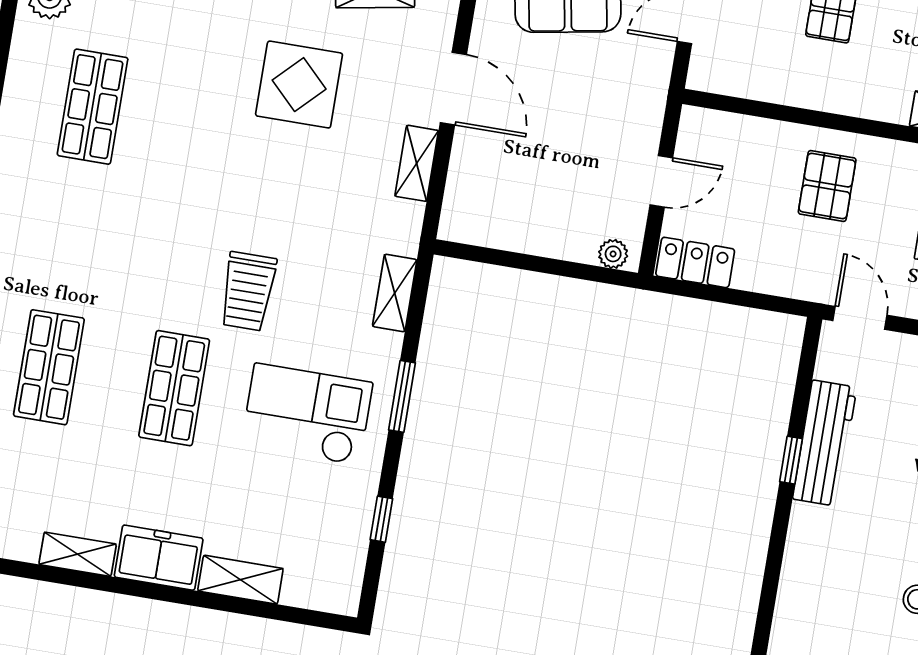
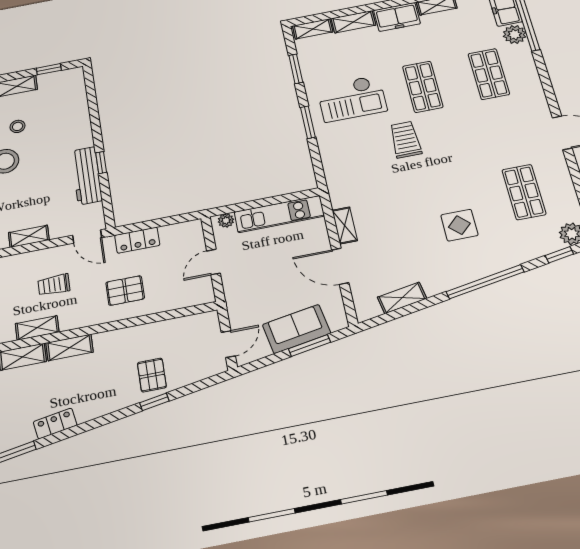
display table: (299, 85) -> (459, 225), moved, width x0.73, depth x0.73
pallet: (827, 186) -> (125, 291), turned 90
kitchen unit: (518, 230) -> (279, 214), added
locker: (695, 262) -> (137, 240), moved
shelving: (395, 293) -> (313, 29), moved, turned 90
window: (381, 519) -> (296, 69), width x1.50

